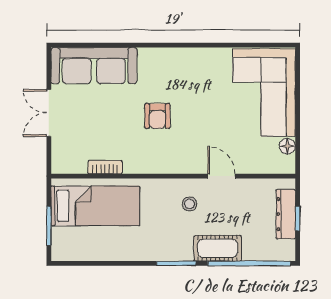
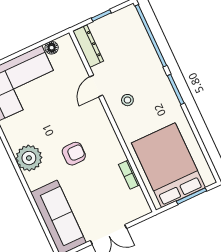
plant: (176, 64) -> (29, 158), added
bed: (95, 206) -> (168, 165), width x1.50
dresser: (286, 214) -> (88, 46), moved, turned -90
cot: (218, 248) -> (151, 64), removed

